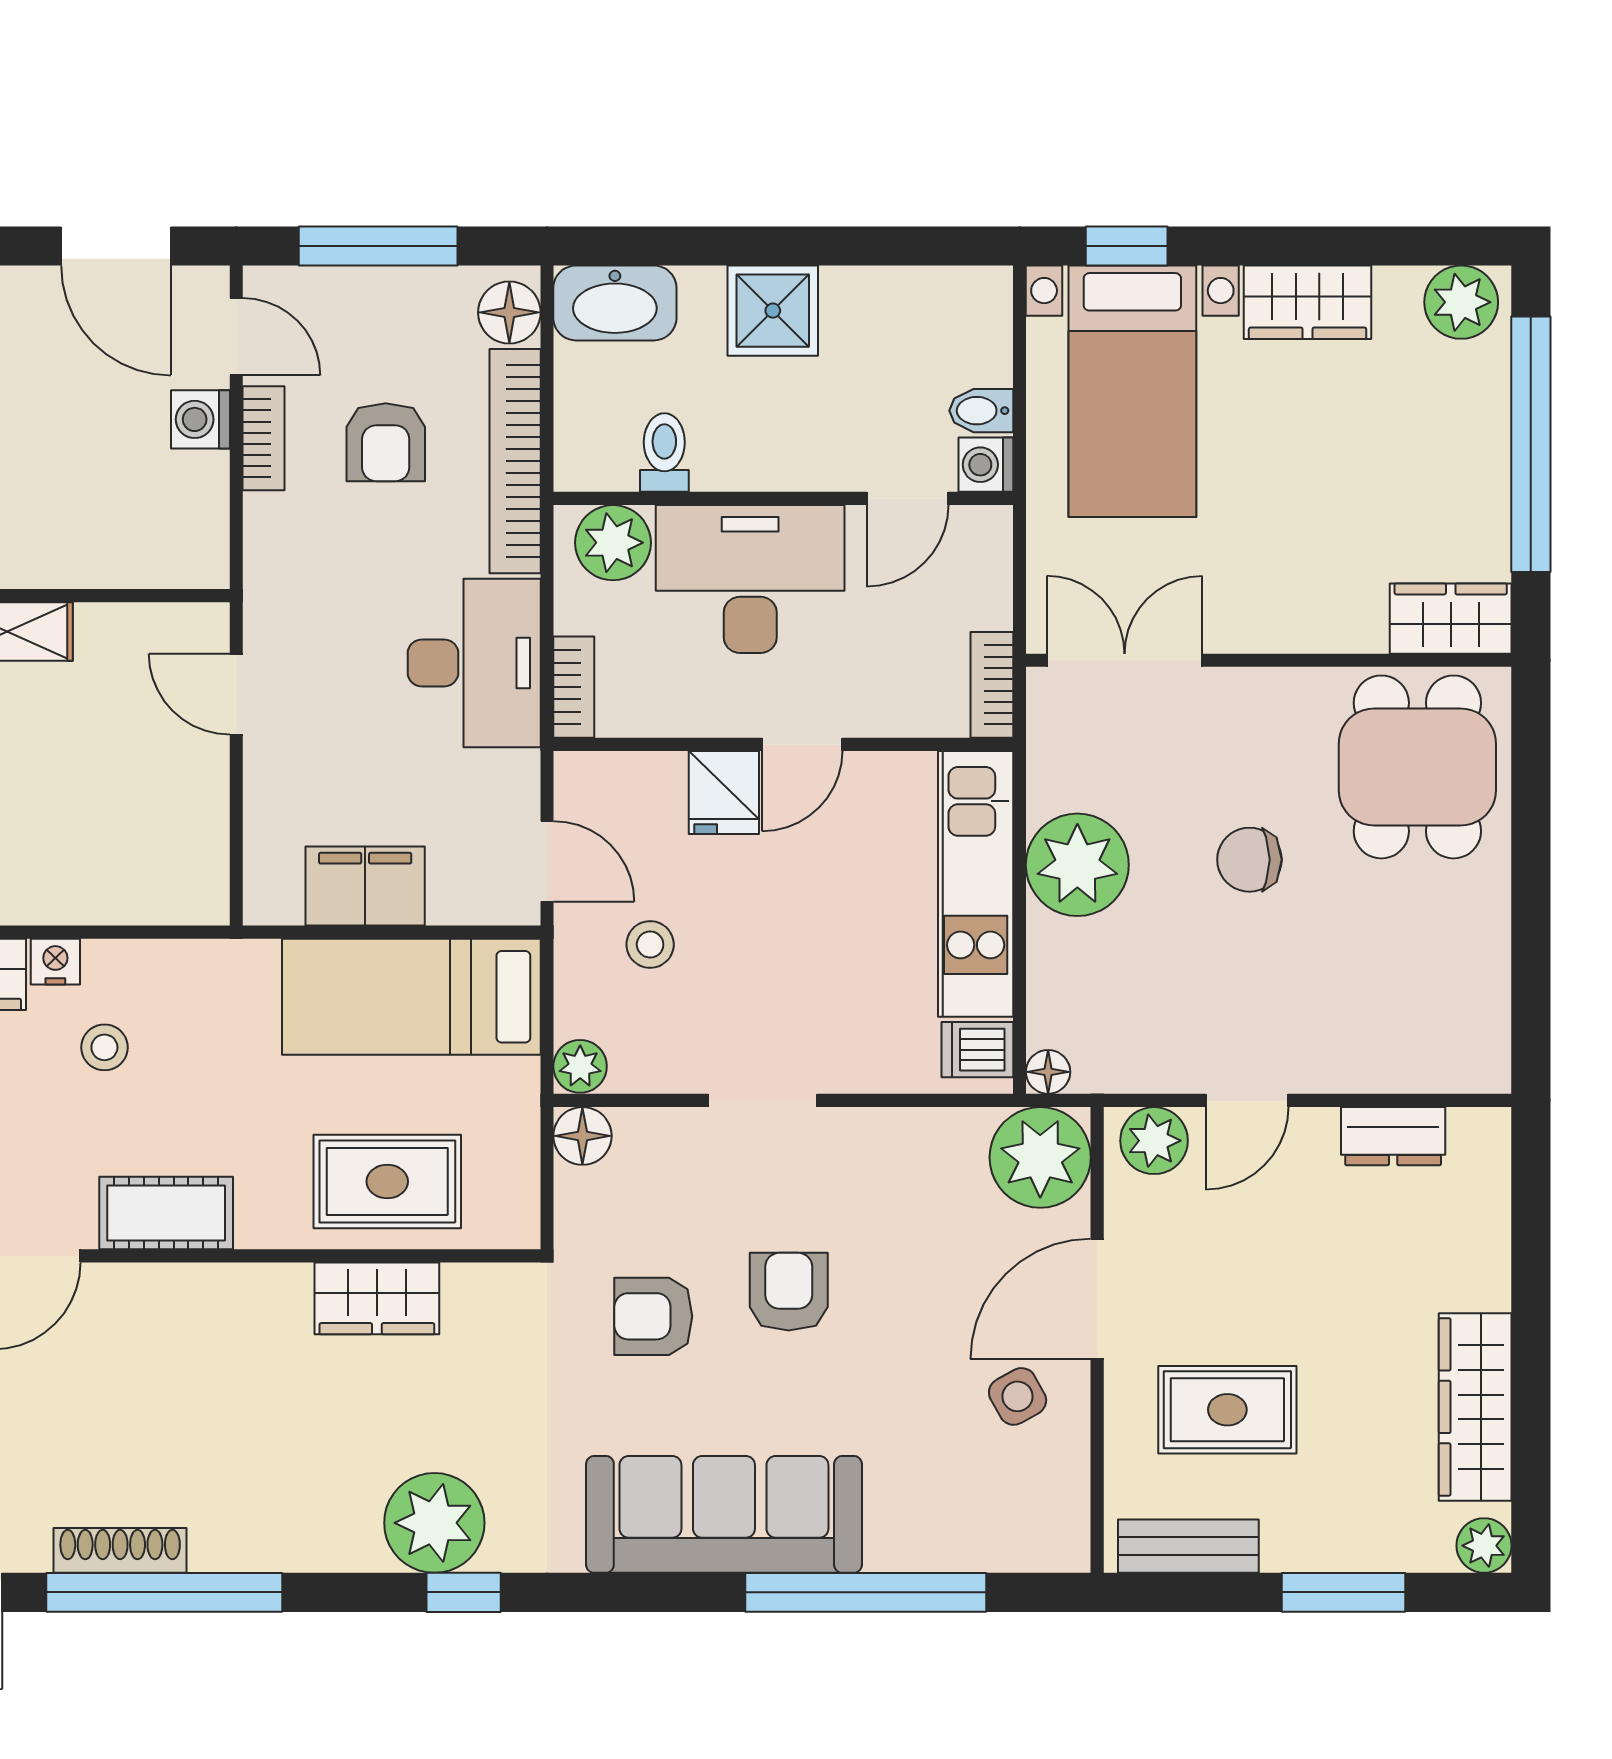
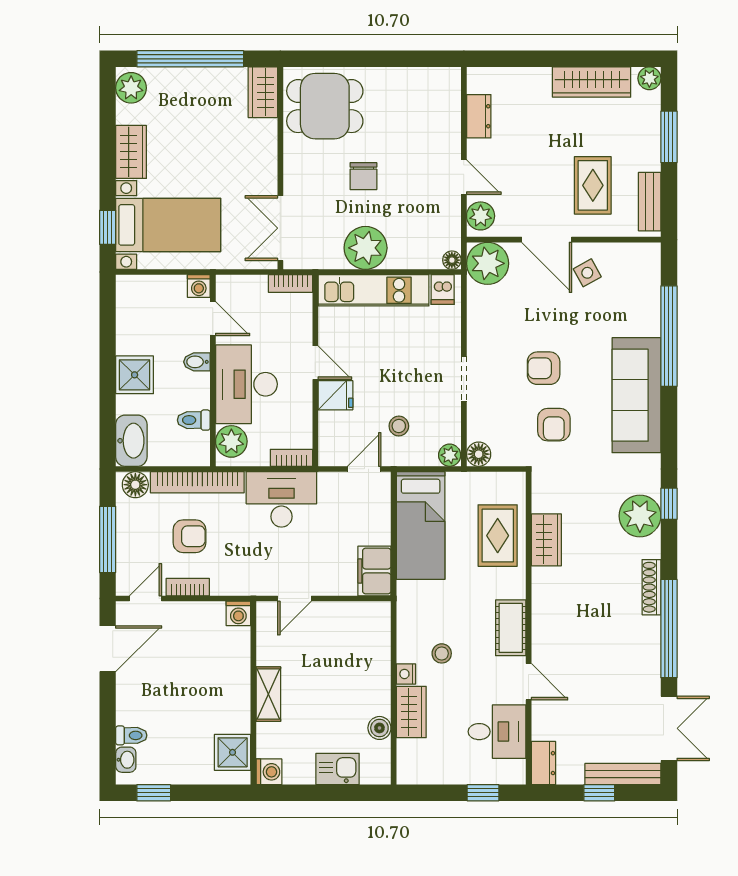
bidet: (981, 411) -> (197, 362), moved, turned 90
washing machine: (200, 419) -> (238, 613), moved
filing cabinet: (365, 886) -> (374, 571), moved
shoe rack: (120, 1550) -> (651, 587), moved

